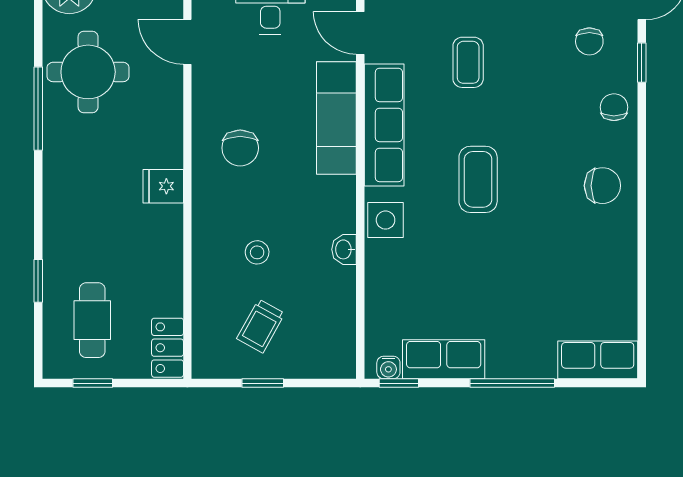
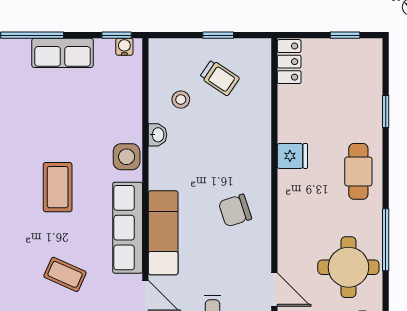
coffee table: (468, 62) -> (65, 274), turned -66
chair: (240, 148) -> (235, 210), turned -108
fridge: (163, 186) -> (292, 156), moved
stool: (257, 252) -> (181, 100), moved
cafe table: (92, 320) -> (358, 171), moved
trolley: (261, 326) -> (220, 78), turned 95
row of seats: (444, 359) -> (63, 53), moved

